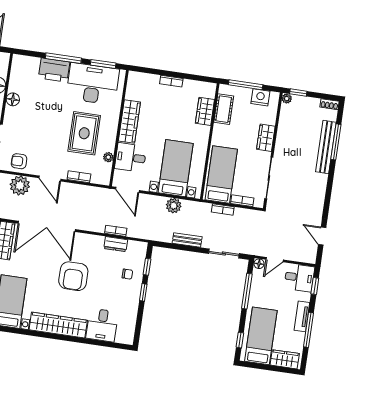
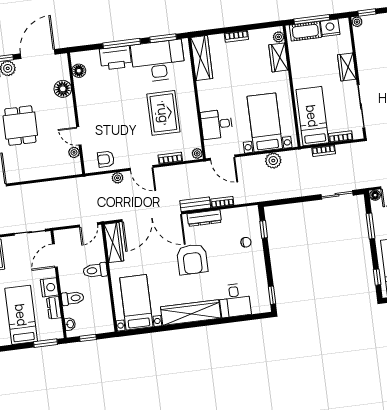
plant: (210, 92) -> (279, 37), added
floor lamp: (13, 99) -> (79, 71), moved
cot: (224, 109) -> (305, 31), moved, turned 90
wardrobe: (129, 122) -> (202, 58), moved
plant: (108, 157) -> (197, 153), moved
plant: (20, 185) -> (118, 178), width x0.53, depth x0.53
bench: (187, 240) -> (195, 204), moved
dresser: (116, 244) -> (204, 218), moved, width x1.44
window: (247, 291) -> (371, 226), width x0.69
window: (143, 292) -> (272, 295), moved

